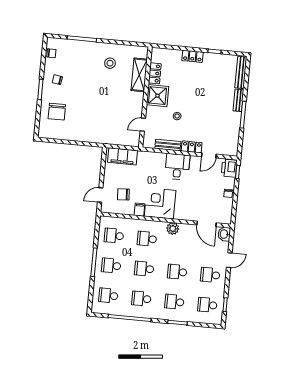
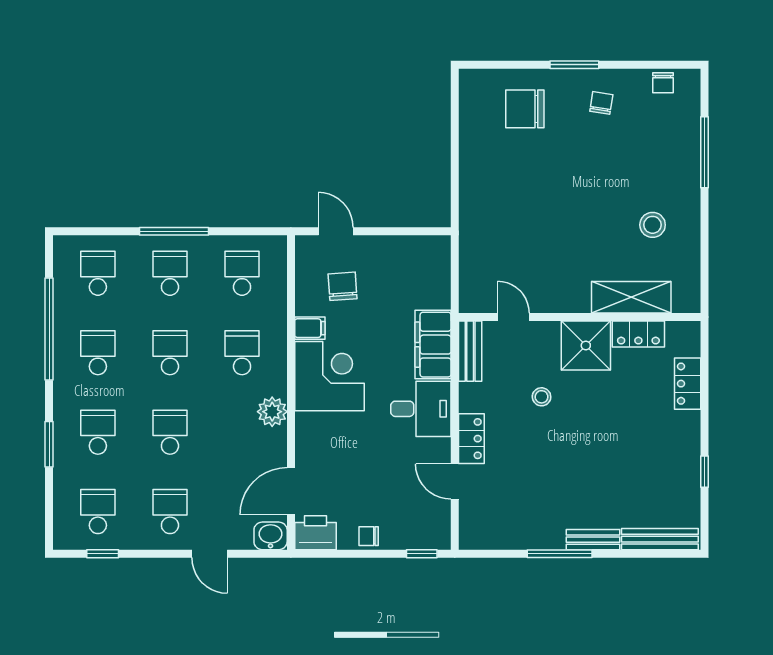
locker: (192, 56) -> (688, 384), moved
bench: (168, 145) -> (470, 351), moved
filing cabinet: (123, 156) -> (433, 345), moved
printer: (229, 168) -> (316, 533), moved

